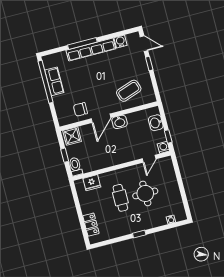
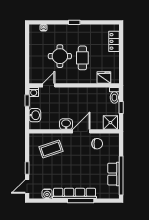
door: (144, 44) -> (27, 186), hinge flipped

